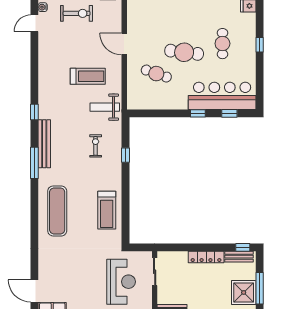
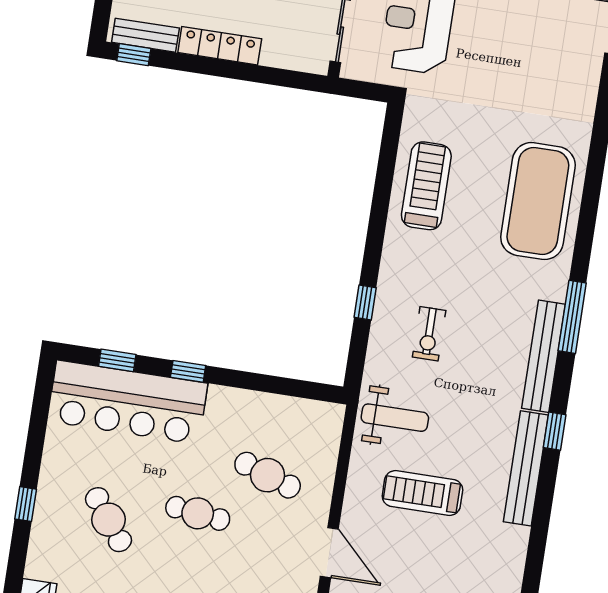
cafe table: (222, 44) -> (108, 520), turned -37
cafe table: (184, 52) -> (198, 513), width x0.73, depth x0.74
bench: (44, 94) -> (526, 468), added
exercise mat: (57, 211) -> (538, 201), width x1.47

